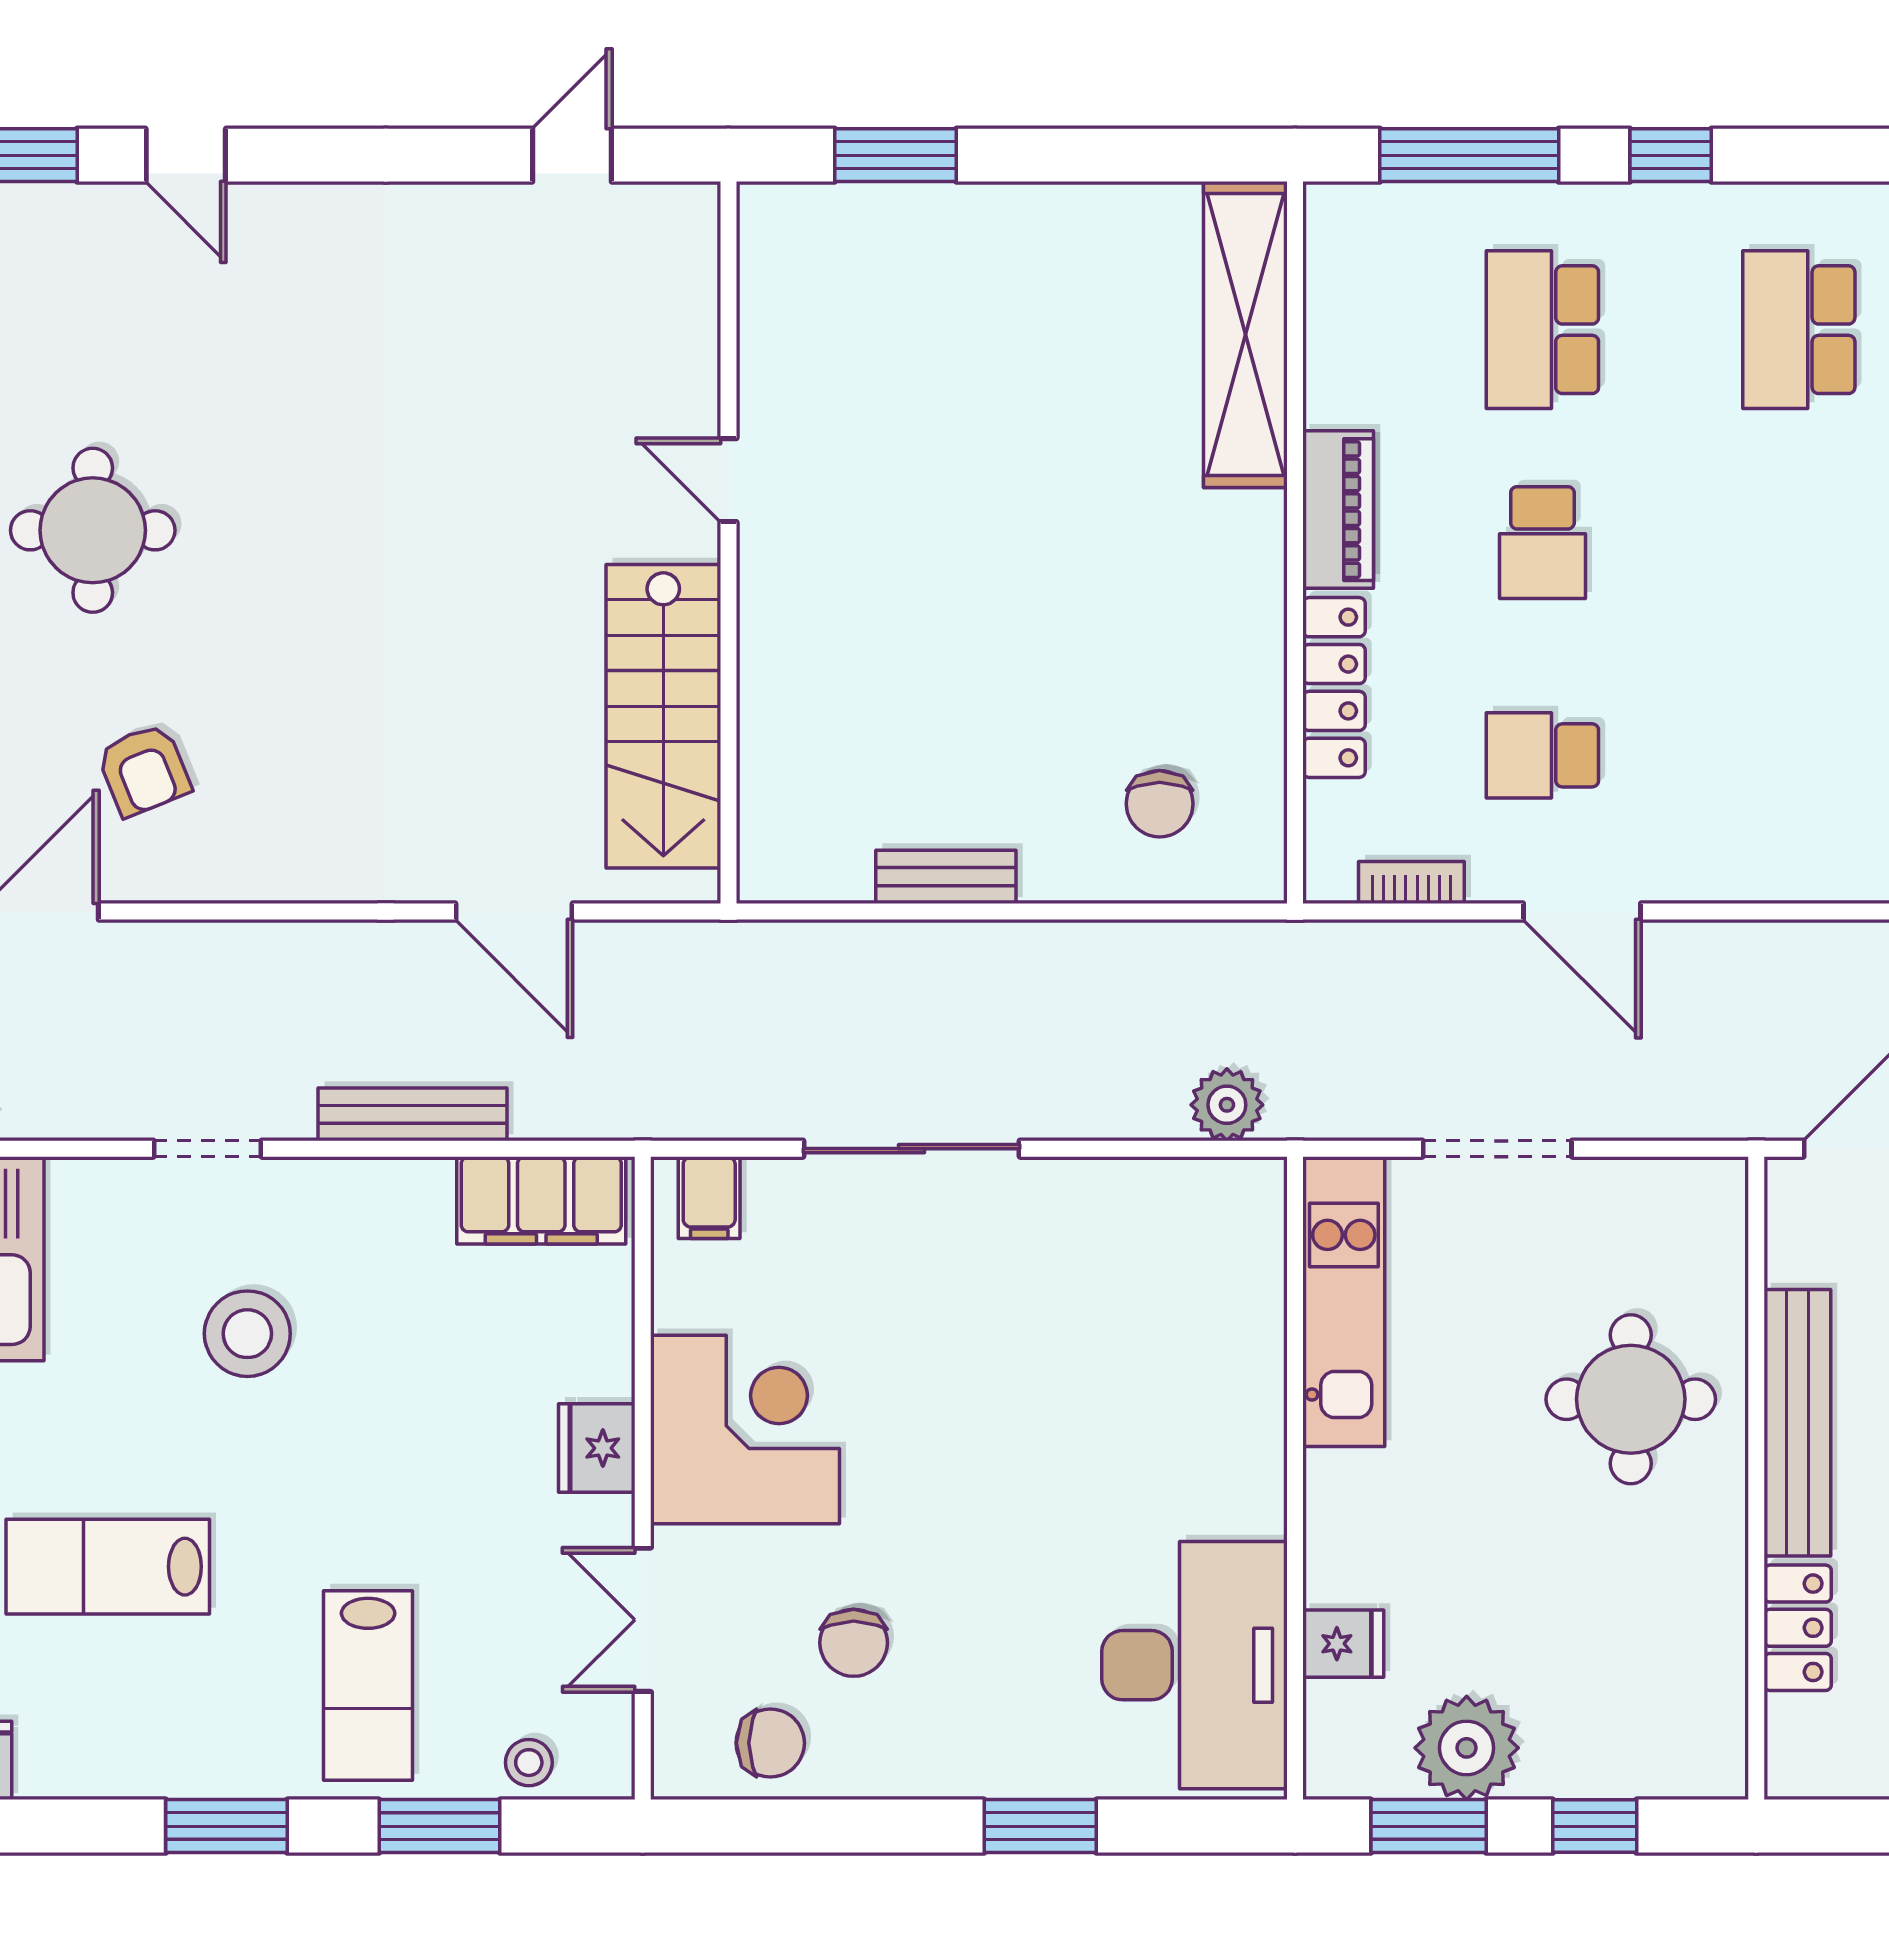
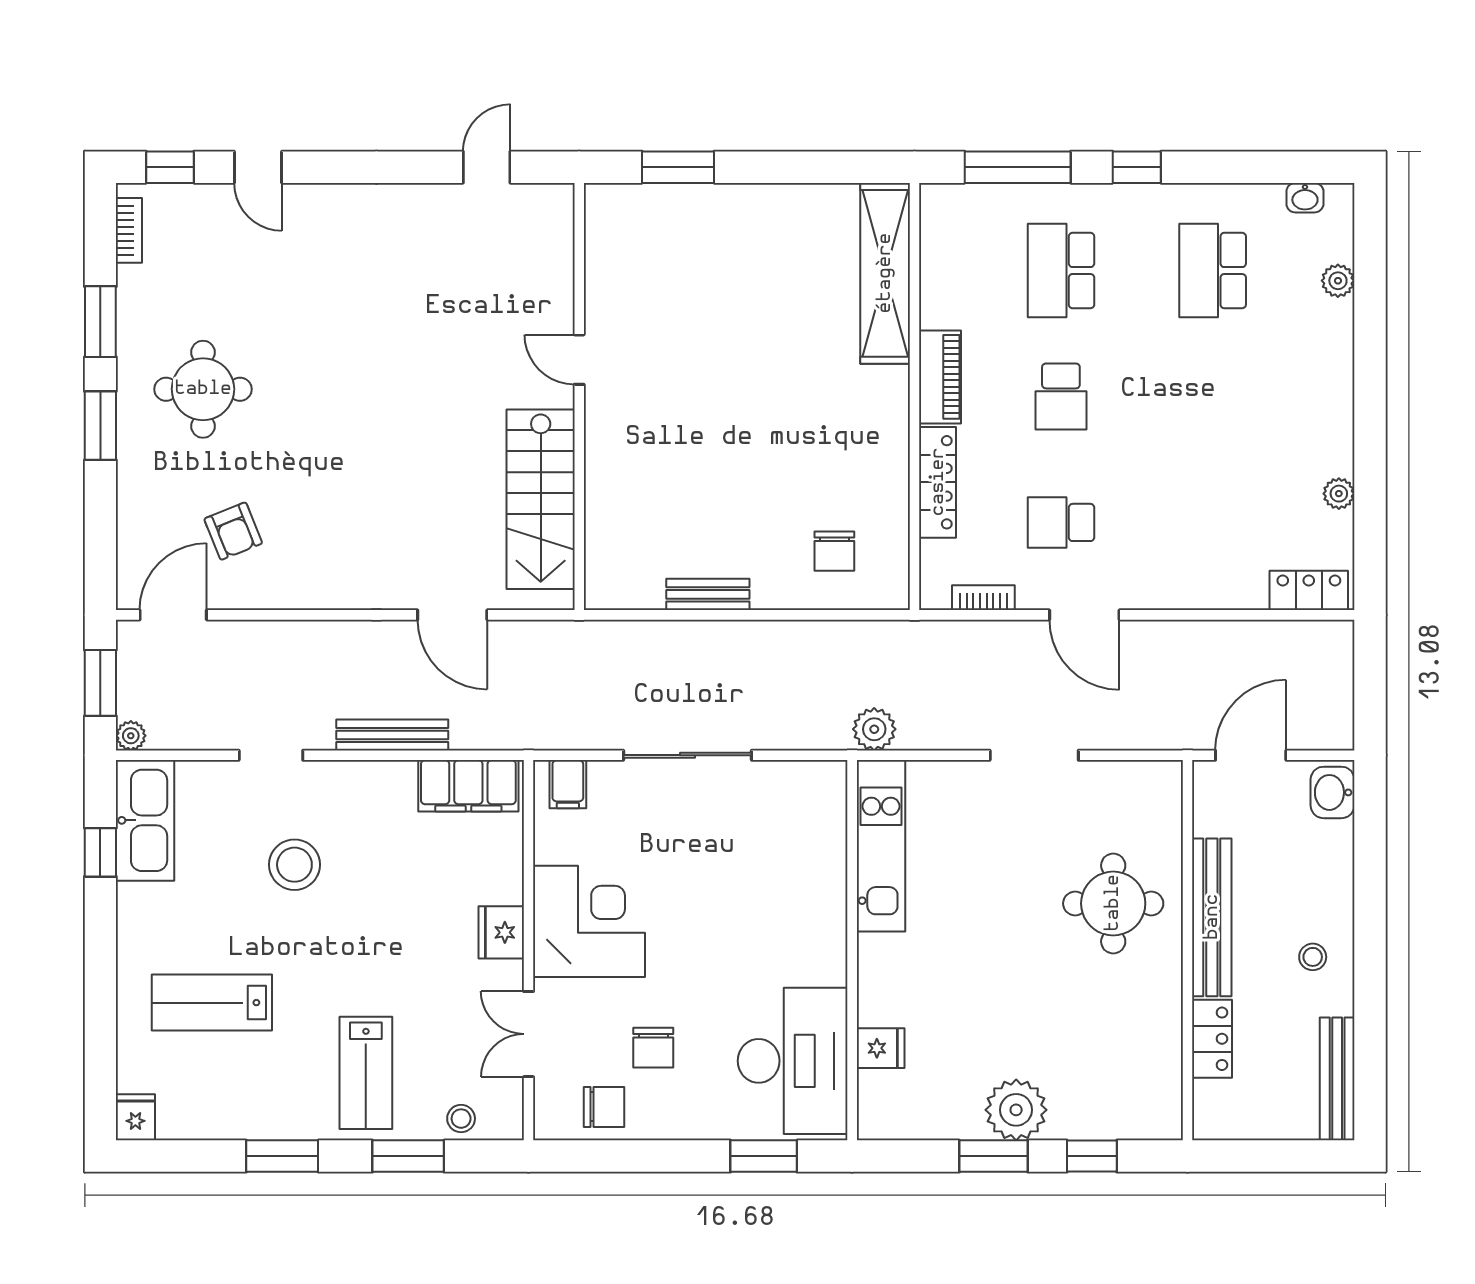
kitchen unit: (1344, 1302) -> (881, 846), moved
wall: (1295, 1478) -> (852, 950), moved
fridge: (1343, 1644) -> (881, 1048), moved
desk: (1194, 1665) -> (793, 1061), moved

